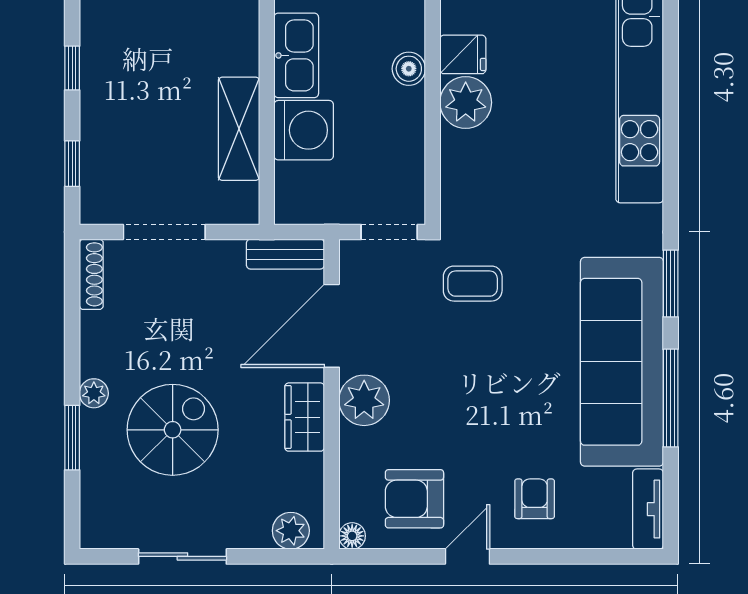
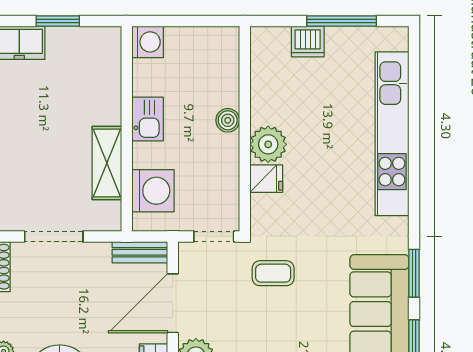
fridge: (463, 54) -> (266, 179), moved
kitchen sink: (296, 55) -> (148, 119), width x0.73
washing machine: (304, 130) -> (153, 191), moved

